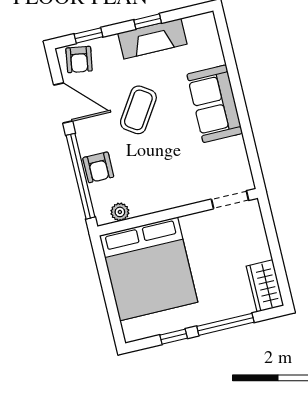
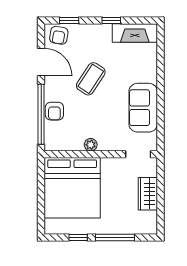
fireplace: (152, 39) -> (135, 33), moved
sofa: (215, 104) -> (143, 108), moved
plant: (120, 212) -> (91, 145), moved
wardrobe: (265, 286) -> (148, 194), moved

